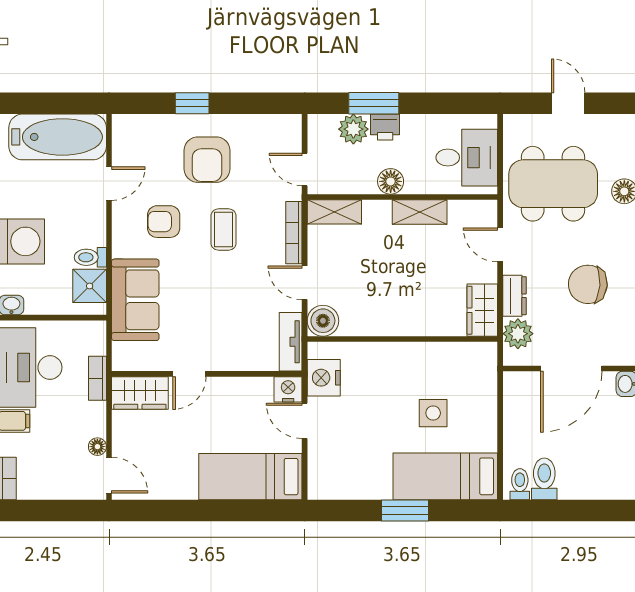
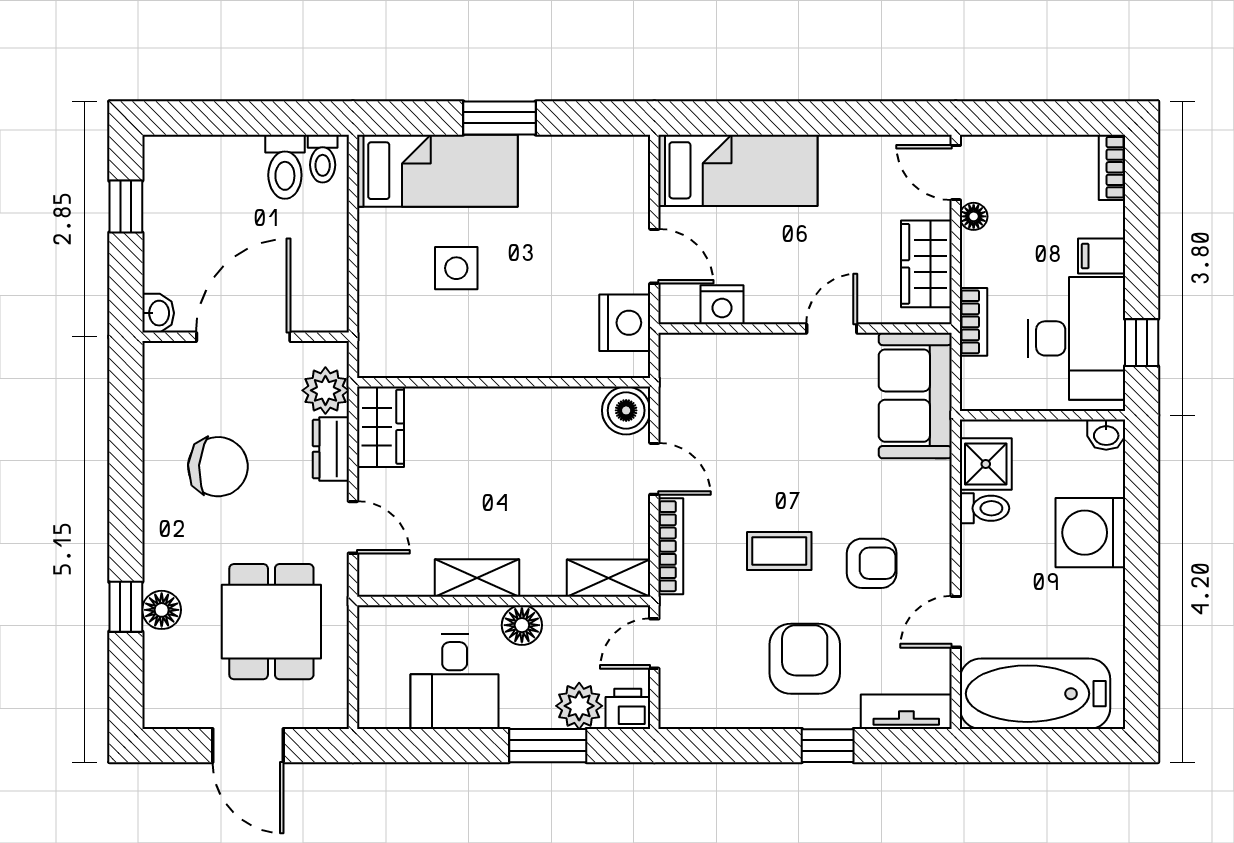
door: (568, 103) -> (248, 746), width x1.38
printer: (385, 127) -> (628, 709), moved
desk: (467, 158) -> (455, 682), moved, turned -90
door: (305, 169) -> (654, 644), swing flipped
dining table: (553, 184) -> (271, 622), width x0.73
coffee table: (224, 230) -> (779, 551), turned 90
sofa: (135, 300) -> (915, 396), moved
tv unit: (291, 342) -> (906, 712), moved, turned -90
nightstand: (288, 389) -> (722, 305), moved
wardrobe: (140, 393) -> (926, 264), moved, turned -90

